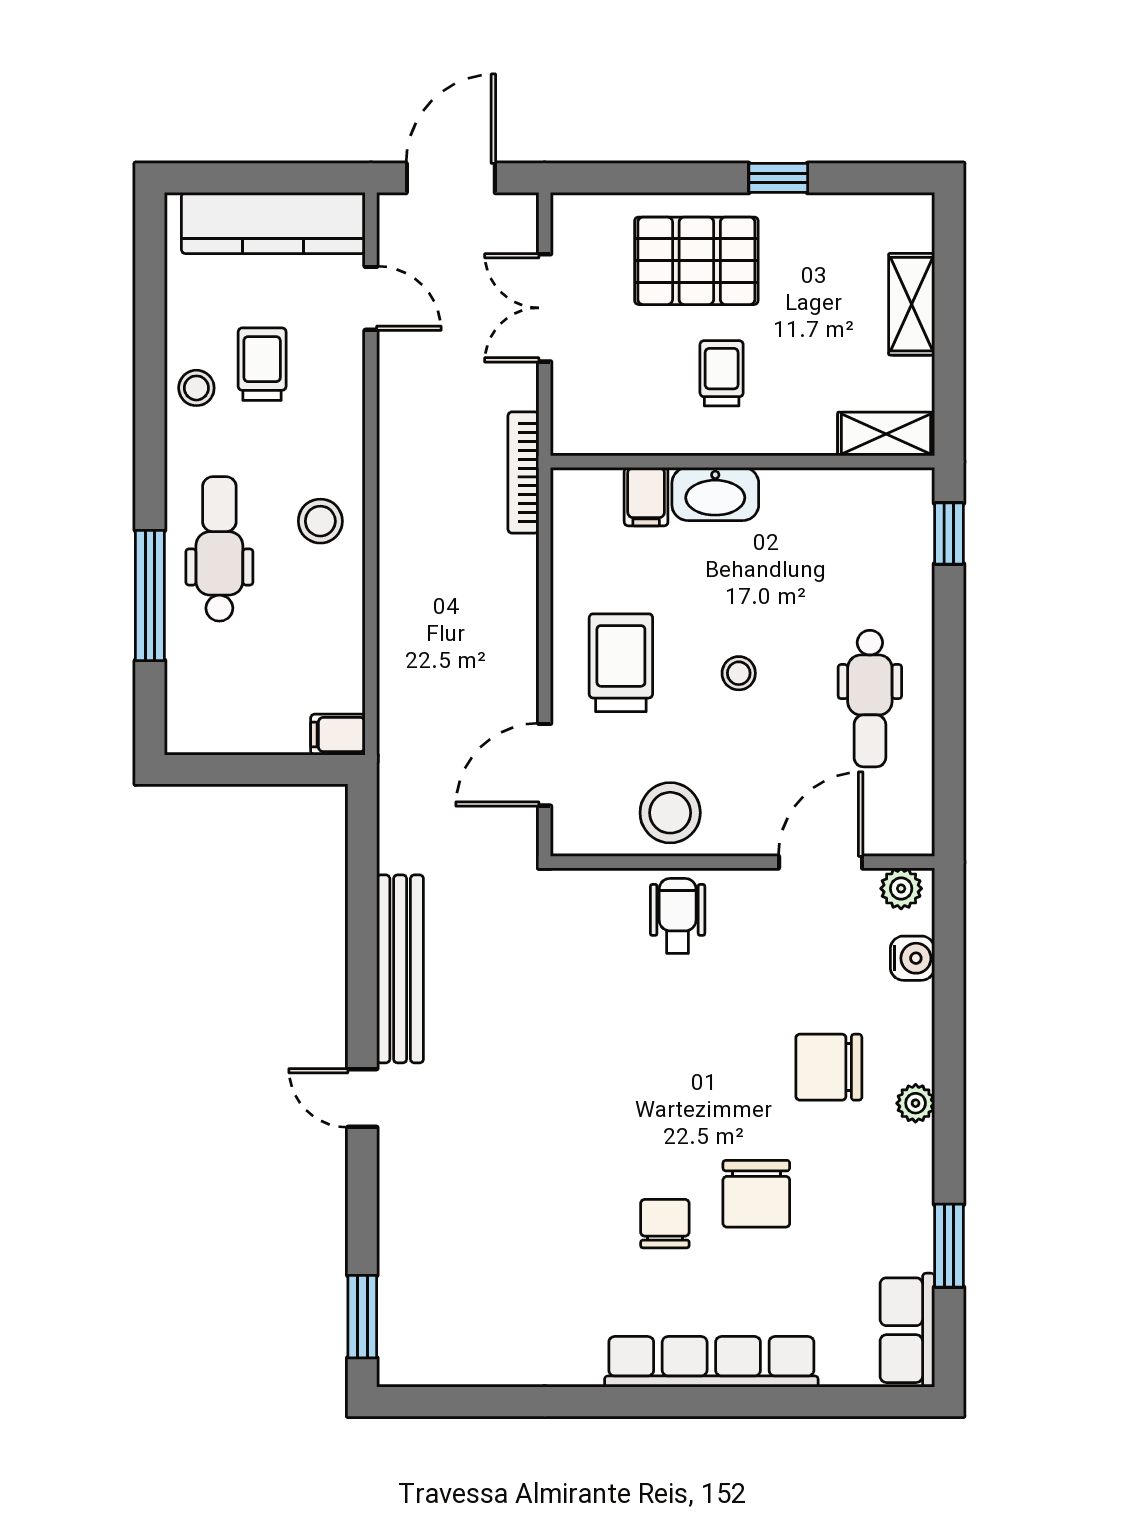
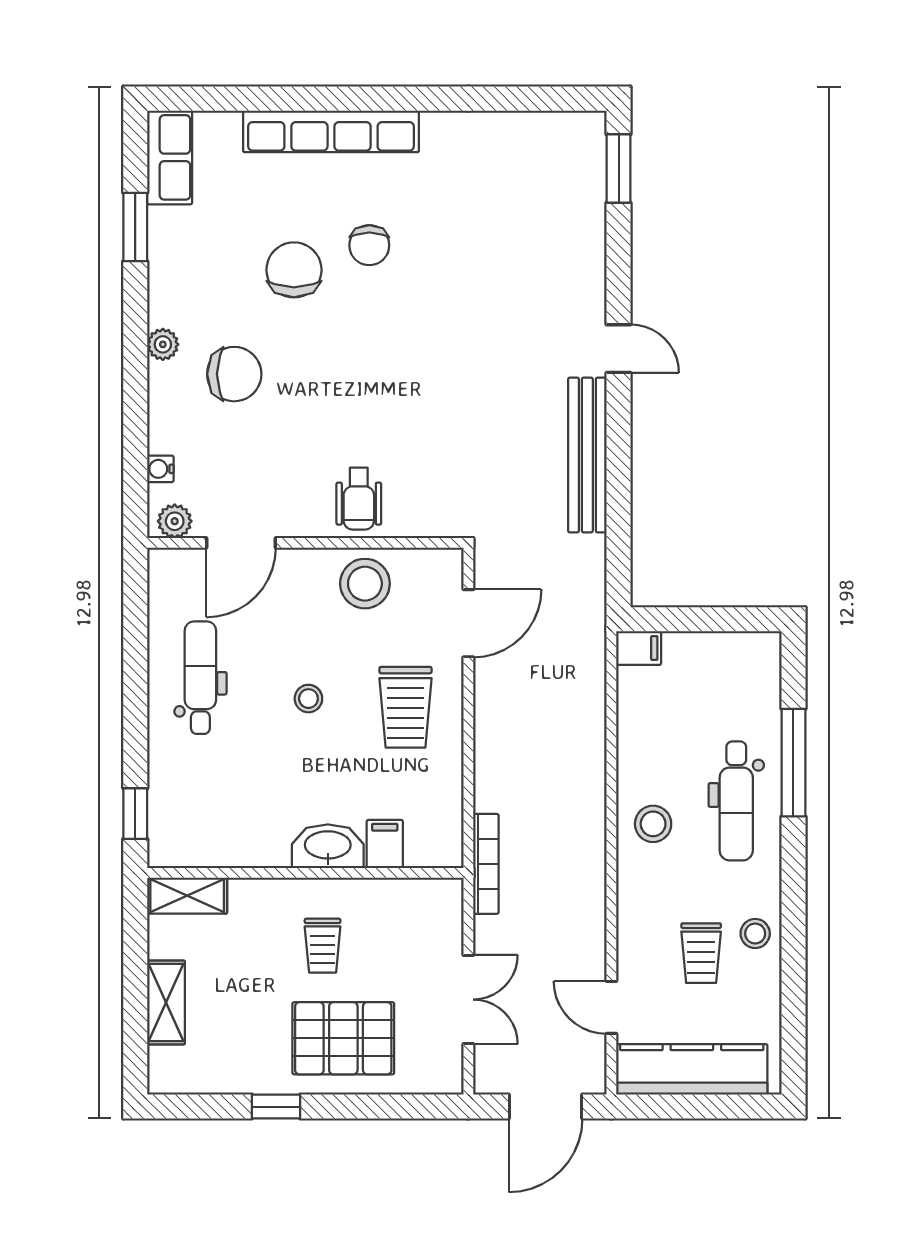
water cooler: (912, 958) -> (160, 469), width x0.72, depth x0.72

